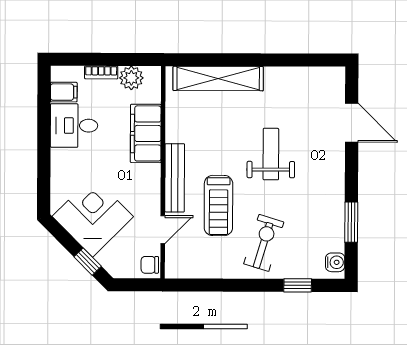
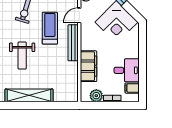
shelving: (218, 79) -> (29, 95), moved

